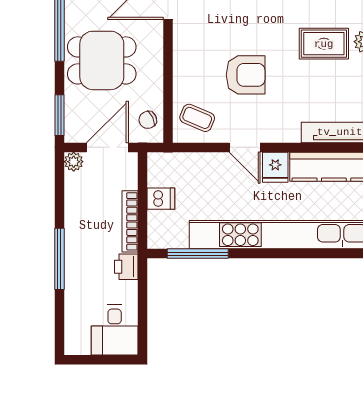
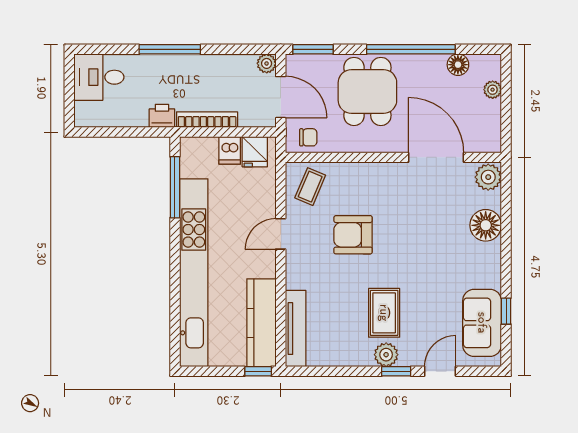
armchair: (246, 75) -> (353, 235), turned 90
chair: (148, 120) -> (308, 137), turned 116
fridge: (275, 167) -> (255, 152), moved, turned -90
desk: (115, 330) -> (99, 77), moved

